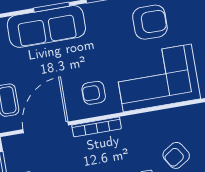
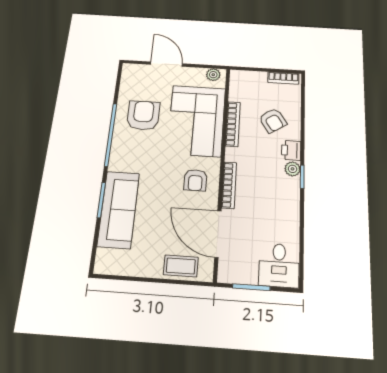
bookcase: (162, 116) -> (233, 124), added

